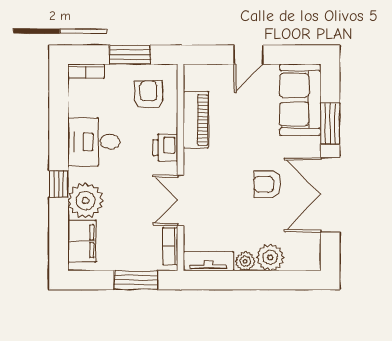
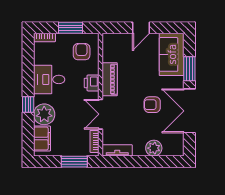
piano: (196, 120) -> (110, 79), moved
plant: (245, 261) -> (139, 150), removed

